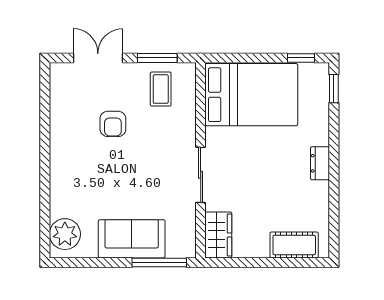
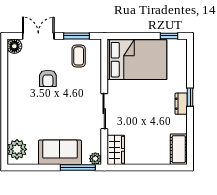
floor lamp: (61, 74) -> (14, 46), added
window: (334, 89) -> (190, 97), moved
cot: (294, 245) -> (179, 149), moved, turned 90
plant: (187, 249) -> (95, 159), added

